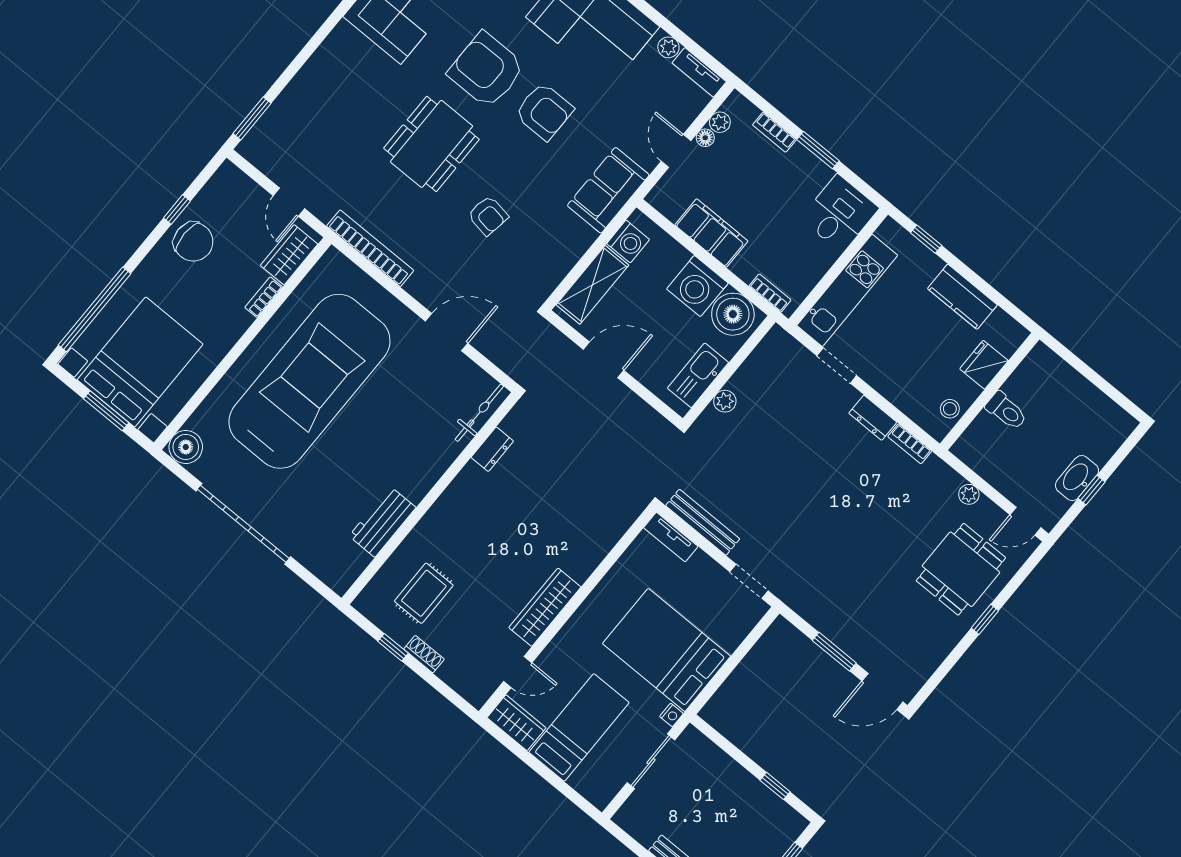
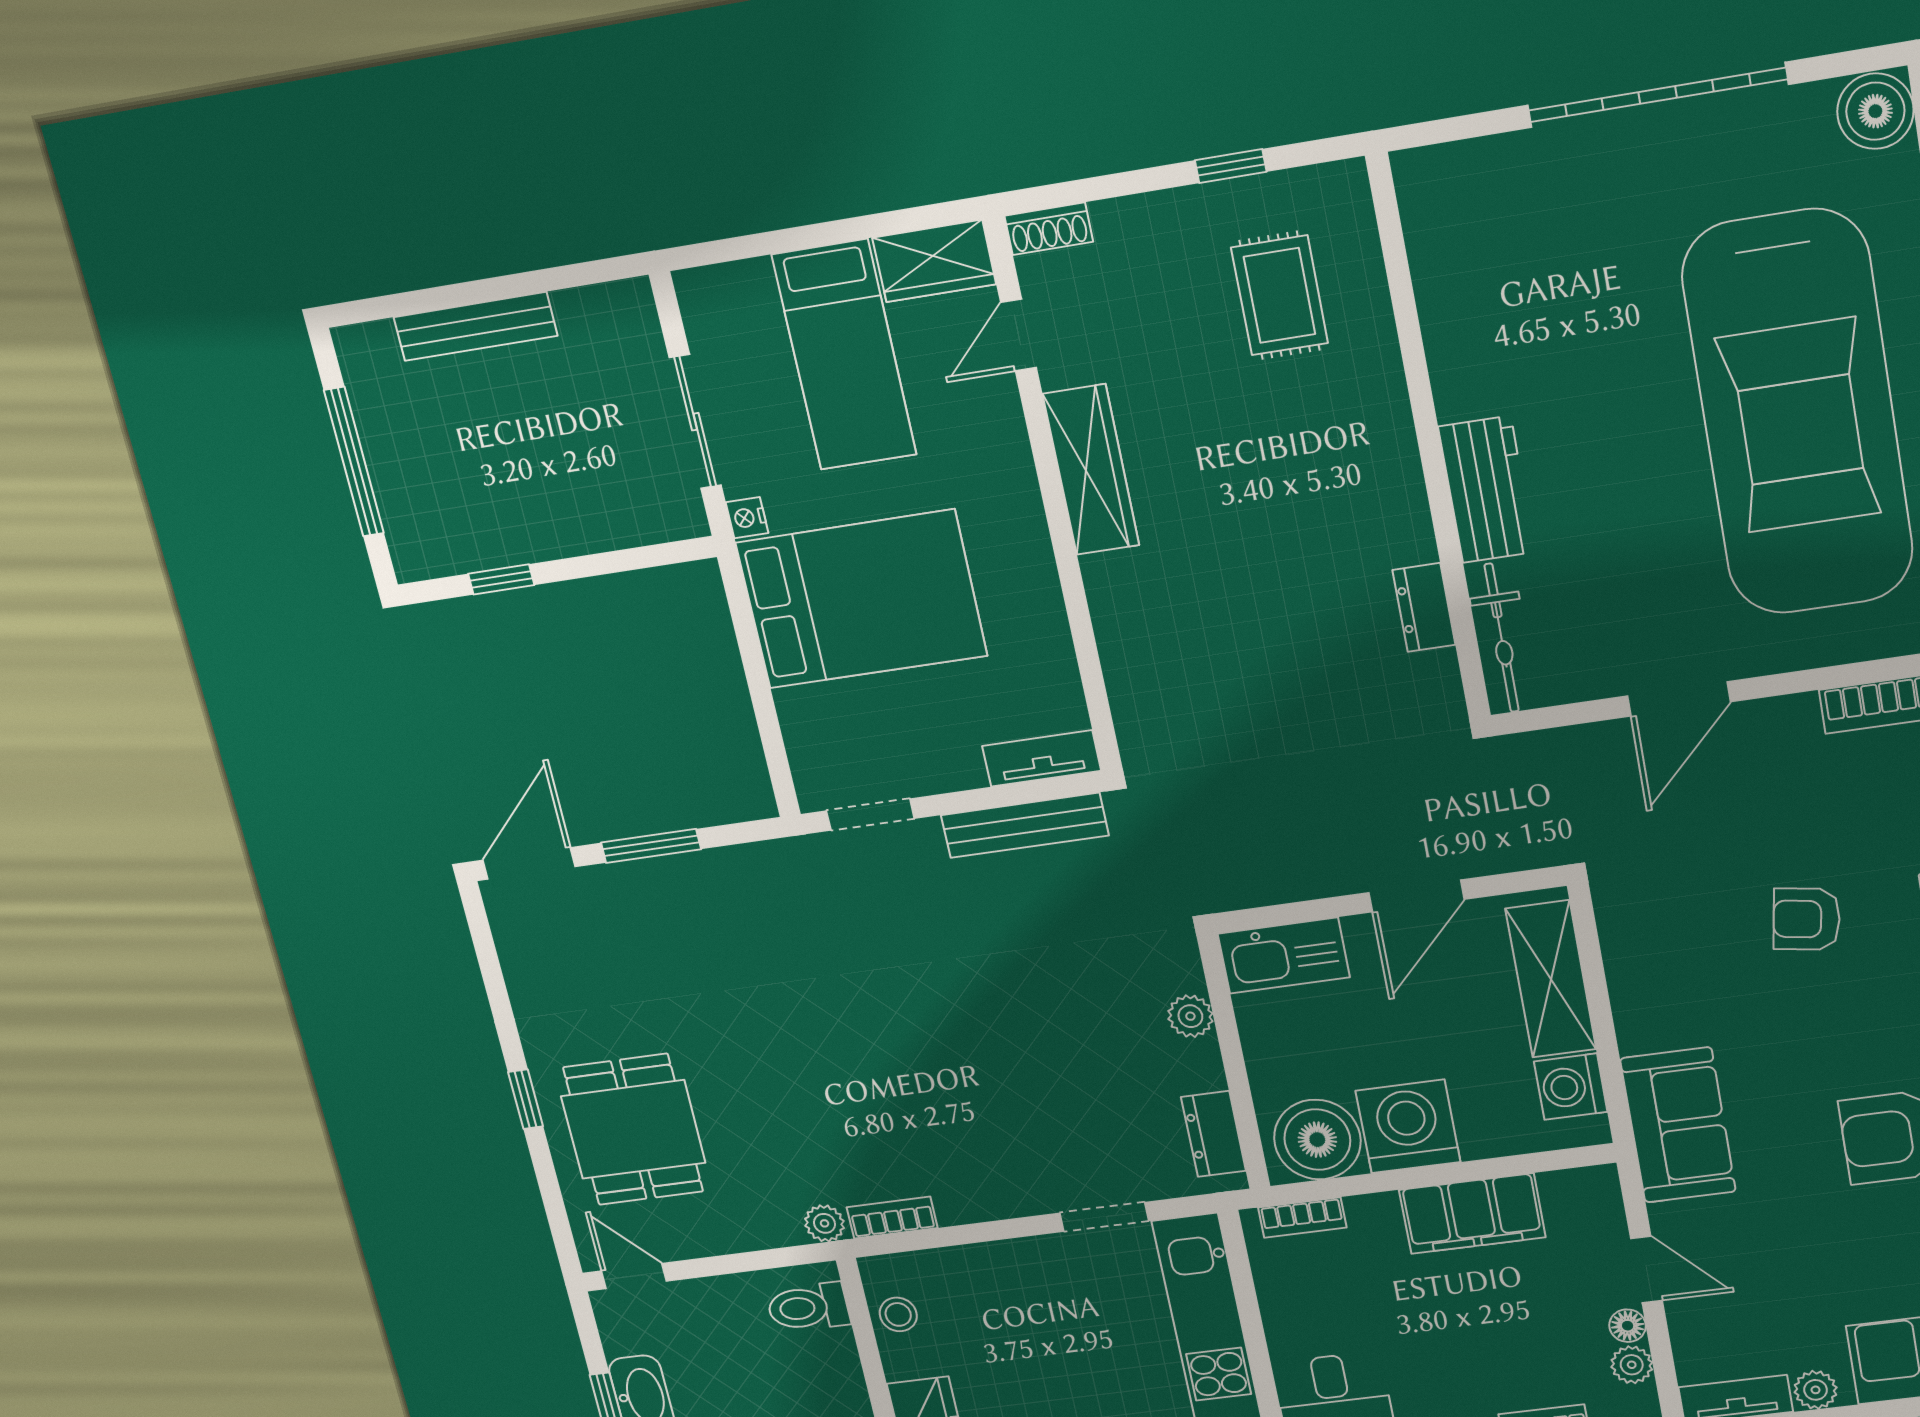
kitchen sink: (698, 375) -> (1284, 956), moved, turned 90
toilet: (1006, 411) -> (808, 1307), moved
dresser: (873, 418) -> (1213, 1134), moved, turned -90
plant: (969, 494) -> (825, 1223), moved
door: (1025, 521) -> (634, 1276), hinge flipped
workbench: (382, 522) -> (1487, 490), moved
shoe rack: (424, 654) -> (1049, 229), moved

